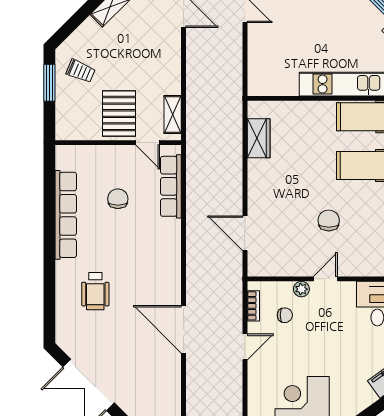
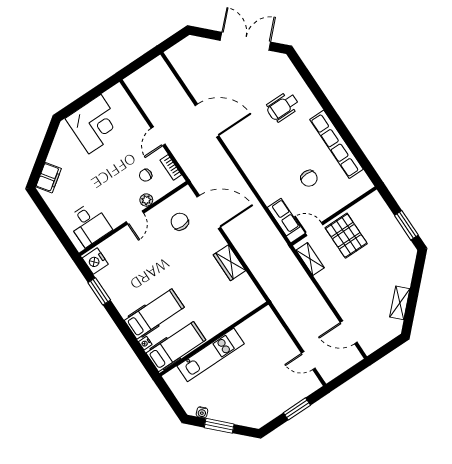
trolley: (81, 71) -> (391, 247), removed
wardrobe: (259, 138) -> (230, 263), moved
row of seats: (171, 186) -> (284, 217), width x0.68
chair: (329, 220) -> (180, 222), moved, turned 180
door: (245, 233) -> (209, 212), width x1.36
wheelchair: (95, 291) -> (283, 107), turned -90

